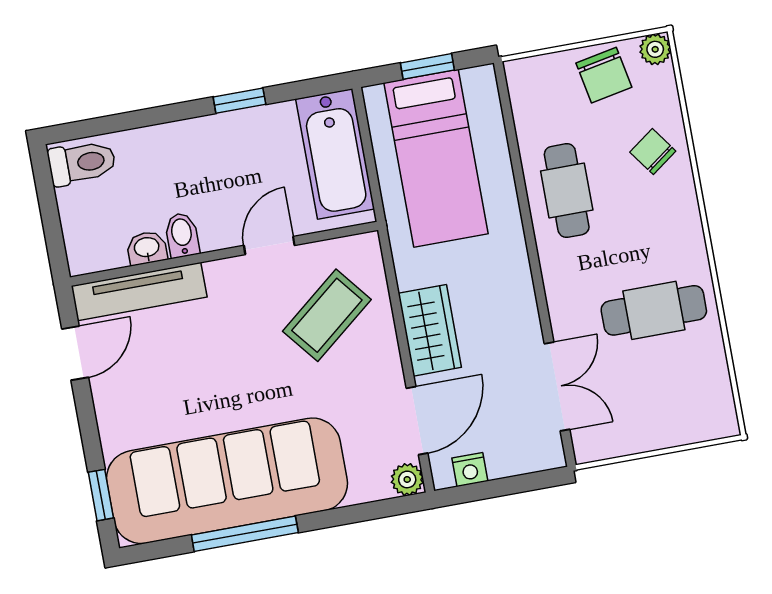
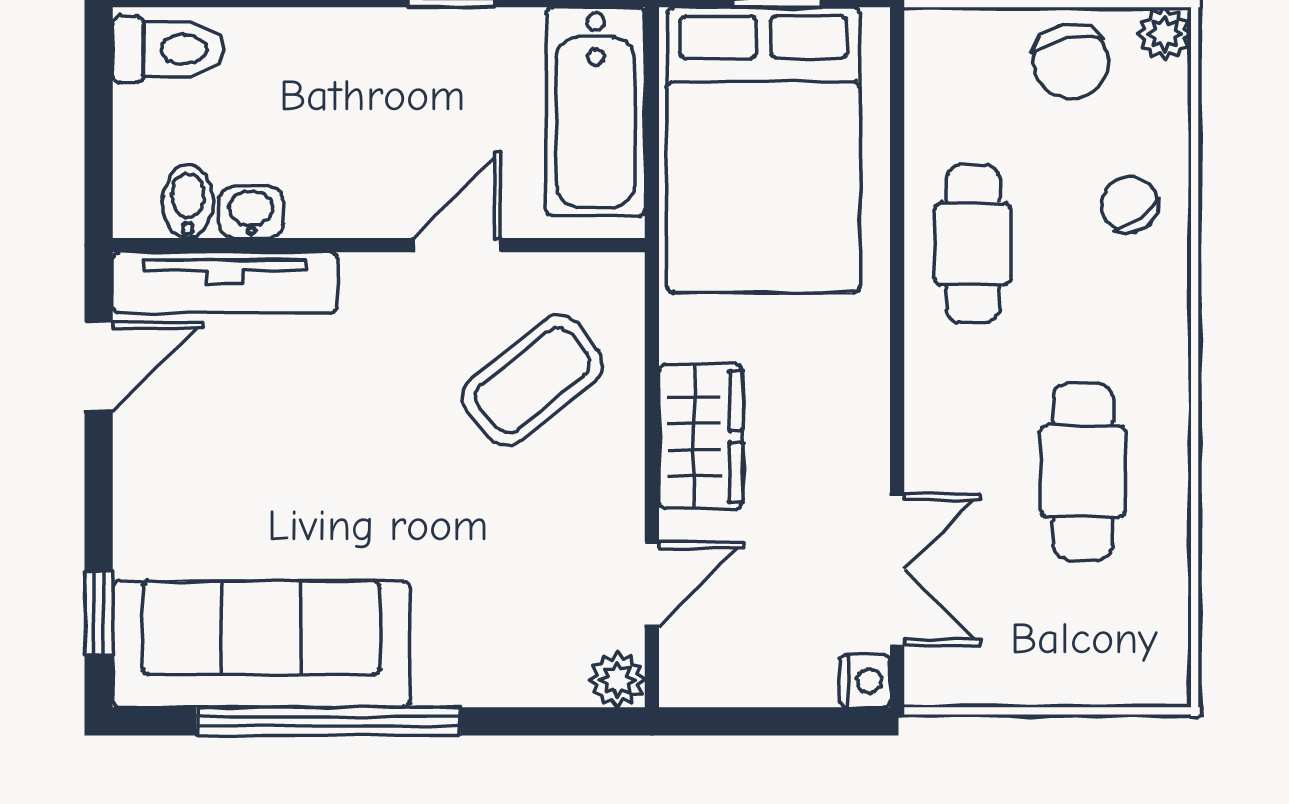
bed: (436, 158) -> (764, 150), width x1.50
bidet: (182, 235) -> (188, 201), moved
cafe table: (654, 310) -> (1083, 471), turned 90
door: (417, 421) -> (652, 584), width x0.73
nightstand: (470, 470) -> (865, 681), moved, turned -90
sofa: (227, 481) -> (261, 644), width x0.74, depth x0.79
window: (245, 534) -> (328, 721), width x1.46

